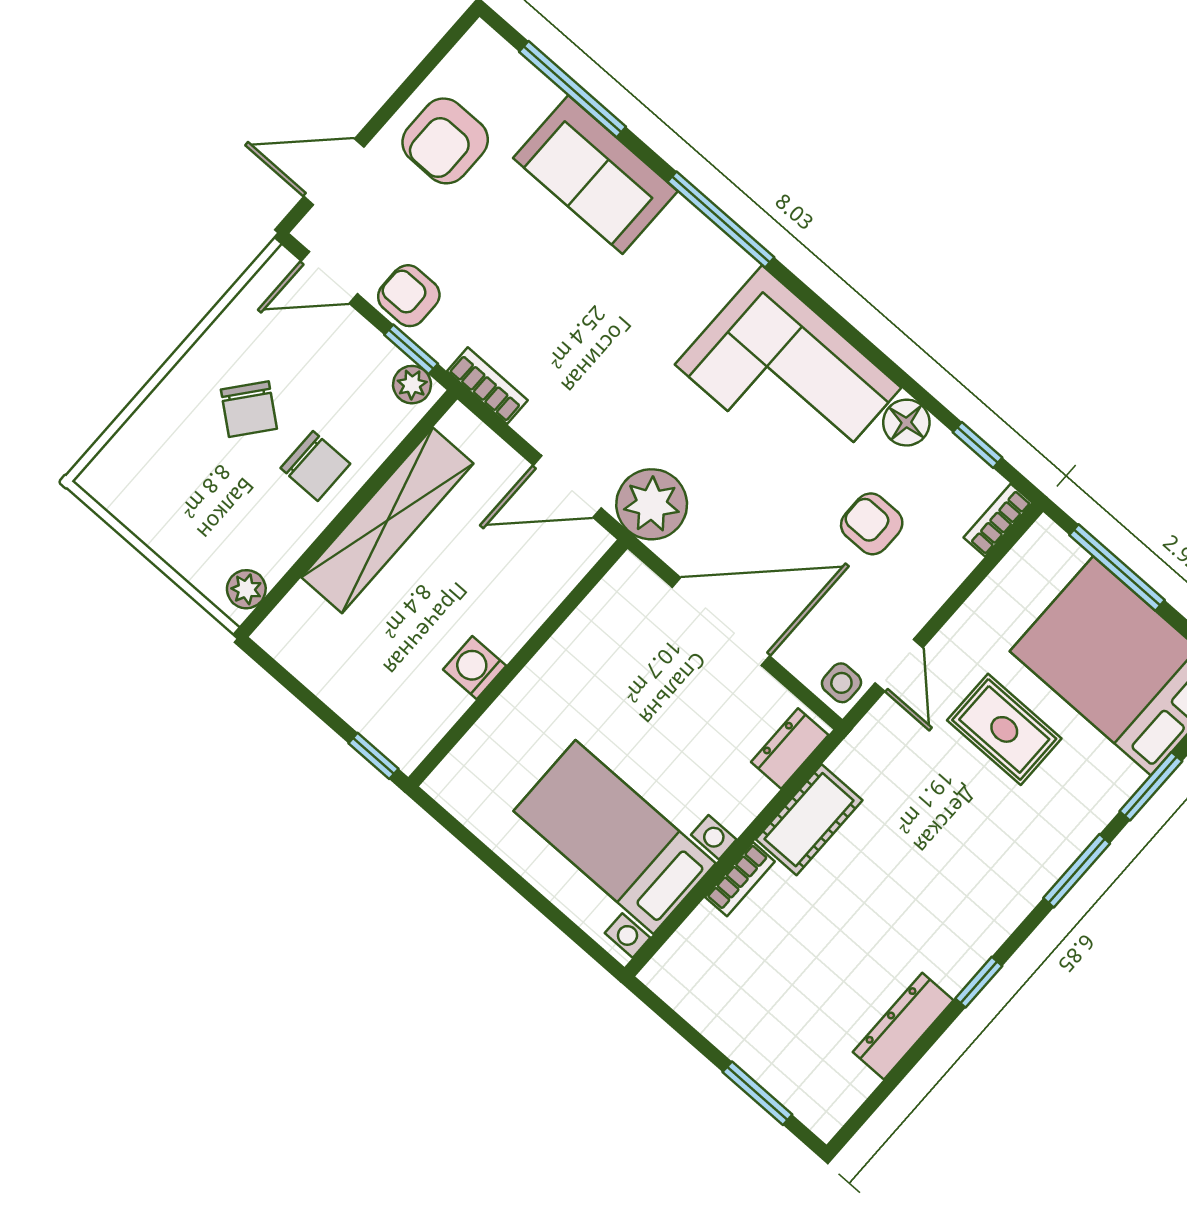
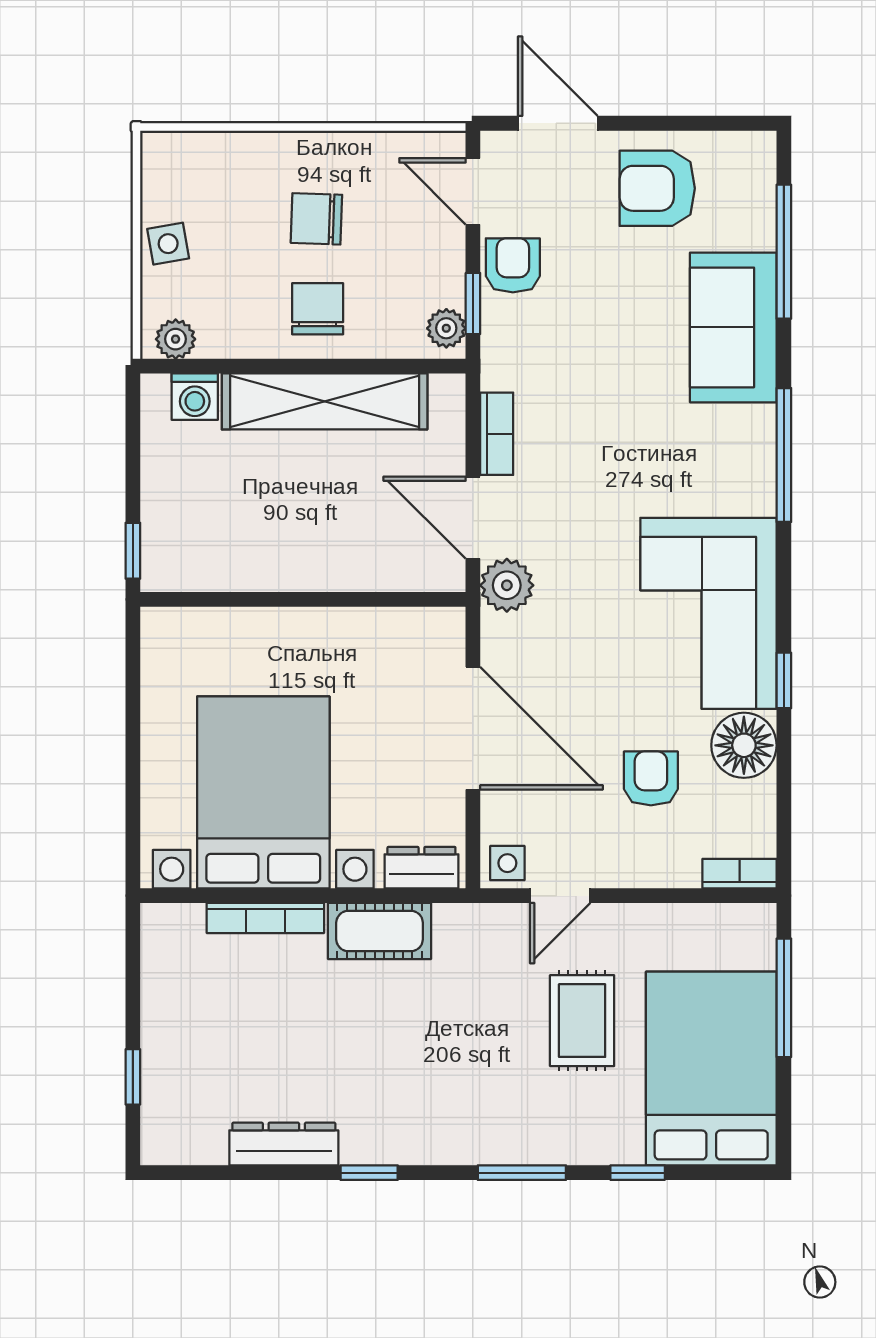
bookcase: (487, 386) -> (497, 434), moved
chair: (249, 409) -> (316, 219), turned 53
floor lamp: (906, 423) -> (744, 745), width x1.38, depth x1.38
window: (978, 445) -> (784, 680), moved
chair: (315, 466) -> (318, 309), turned 180
plant: (652, 504) -> (507, 585), width x0.73, depth x0.73
side table: (172, 533) -> (168, 244), added
washing machine: (475, 668) -> (195, 397), moved, turned 180
window: (1151, 786) -> (638, 1173), width x0.67
bed with nightstands: (615, 837) -> (263, 792), width x1.36
bookcase: (740, 879) -> (265, 918), width x1.56
window: (757, 1093) -> (133, 1077), width x0.67

